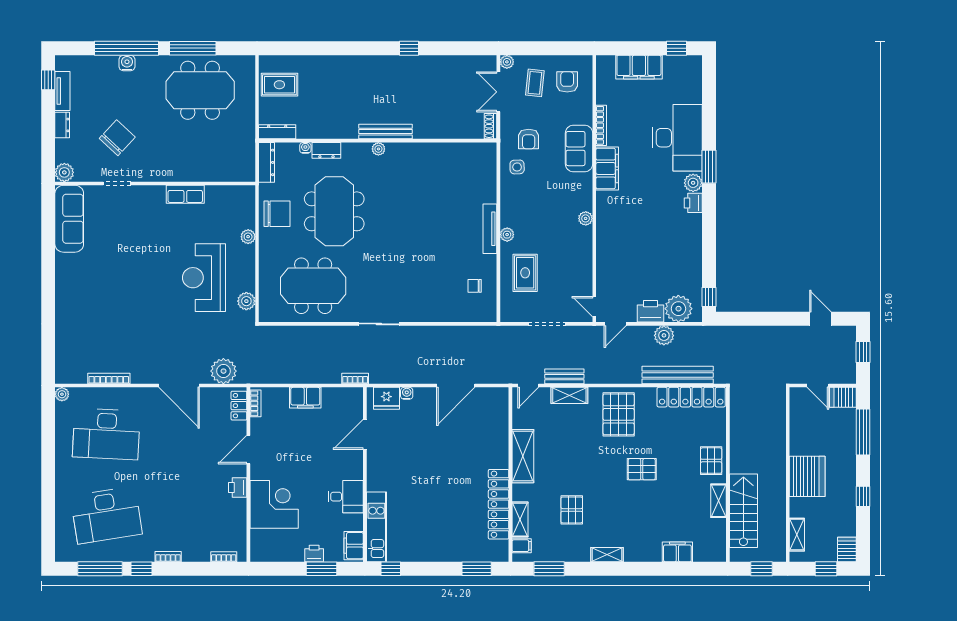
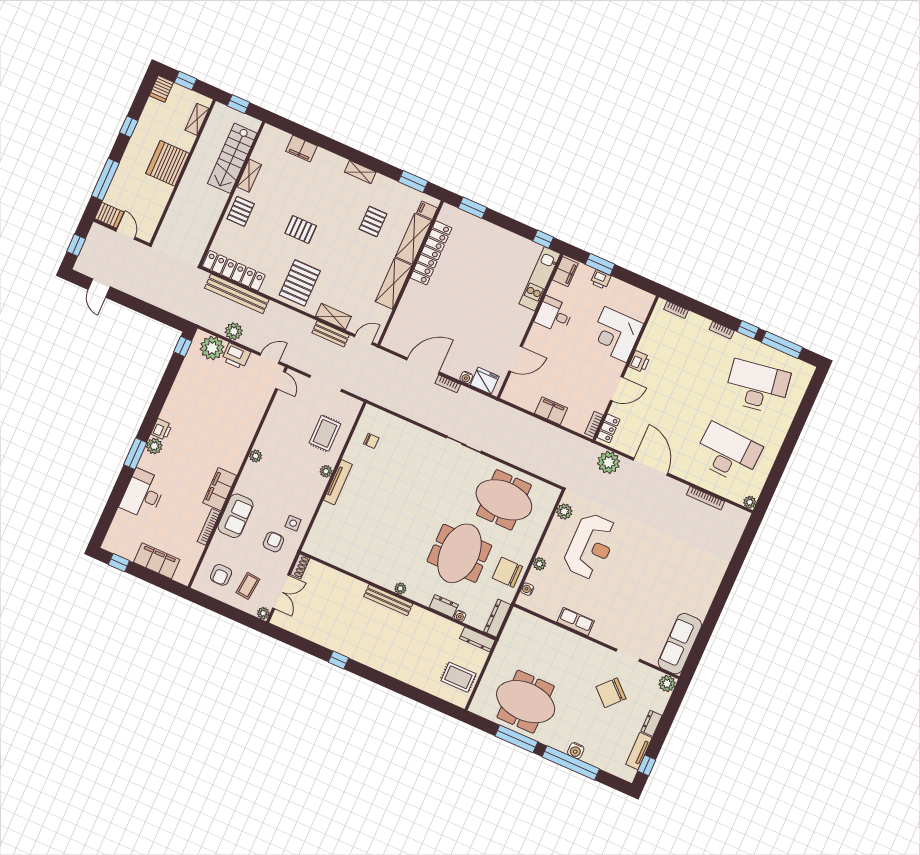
desk: (677, 138) -> (143, 494), width x0.73, depth x0.77
water cooler: (249, 205) -> (527, 589), added
bookcase: (355, 379) -> (448, 384), moved
shelving: (520, 520) -> (414, 239), width x1.50, depth x1.33

